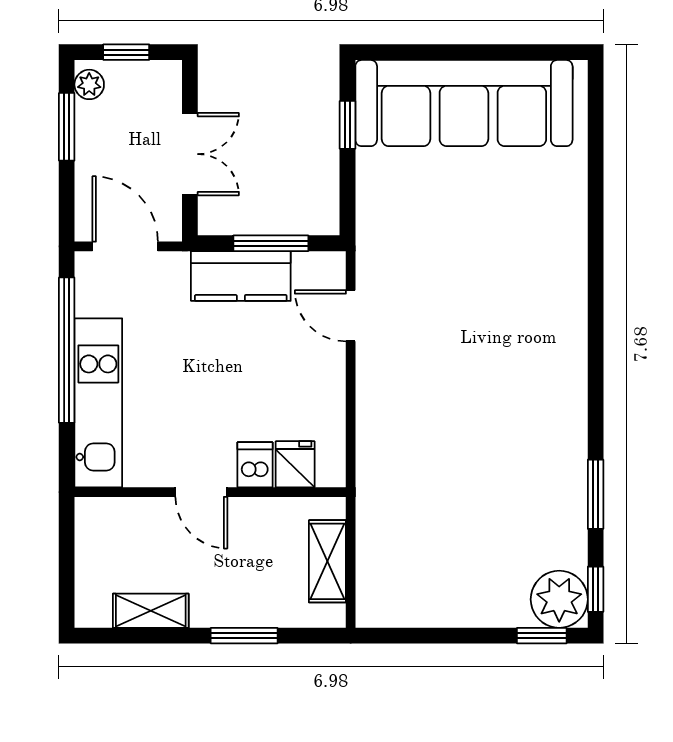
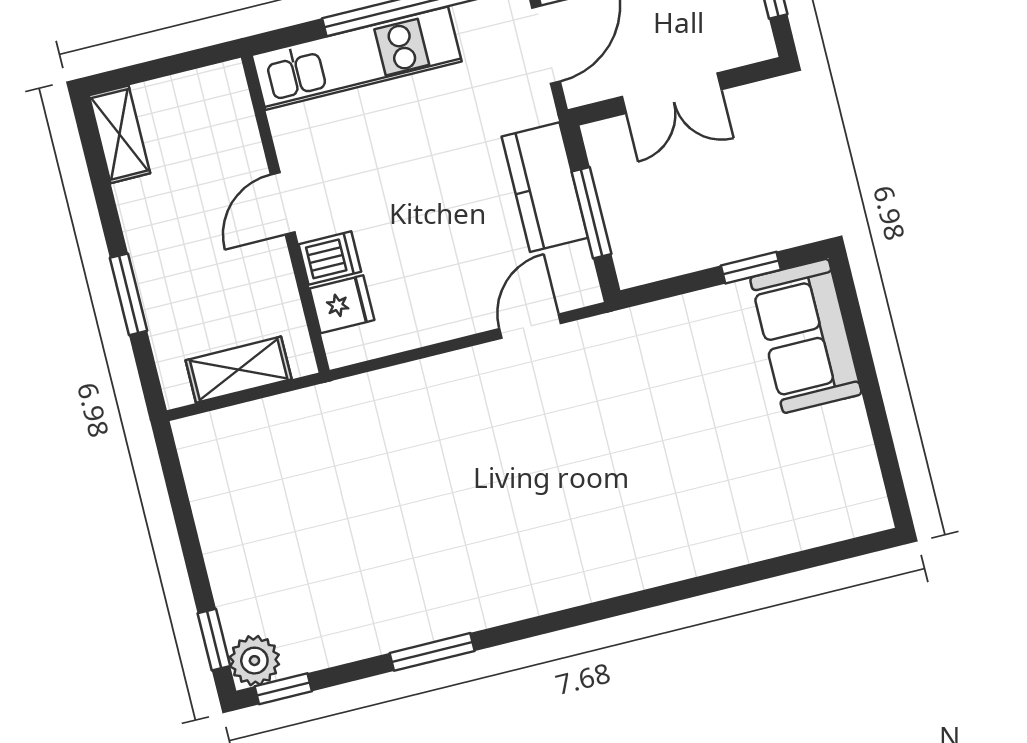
sofa: (464, 103) -> (806, 336), width x0.54, depth x0.79
window: (596, 494) -> (432, 652), moved
plant: (559, 599) -> (254, 661), width x0.73, depth x0.73
shelving: (151, 611) -> (119, 134), moved

